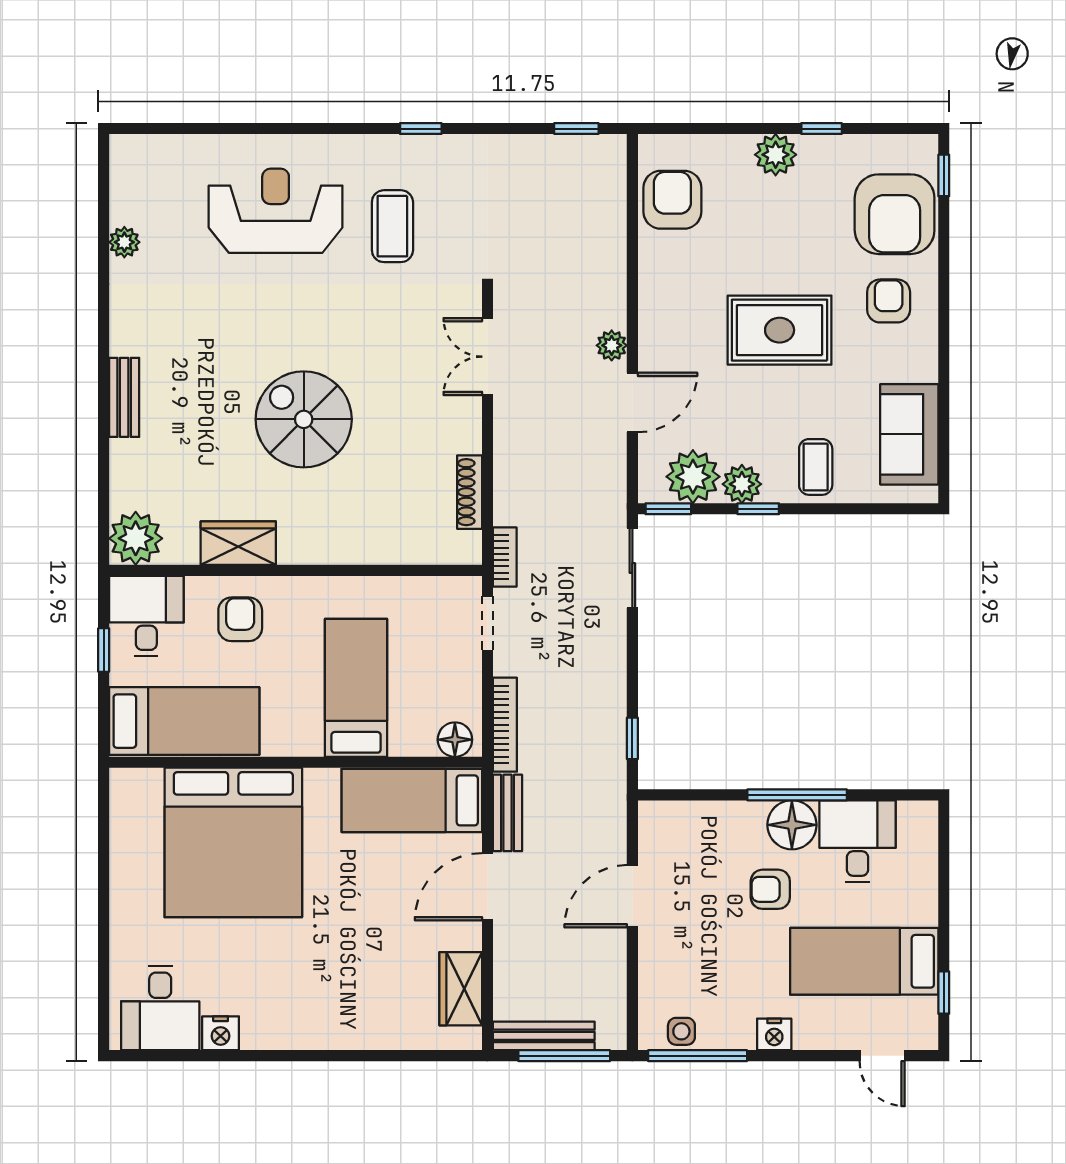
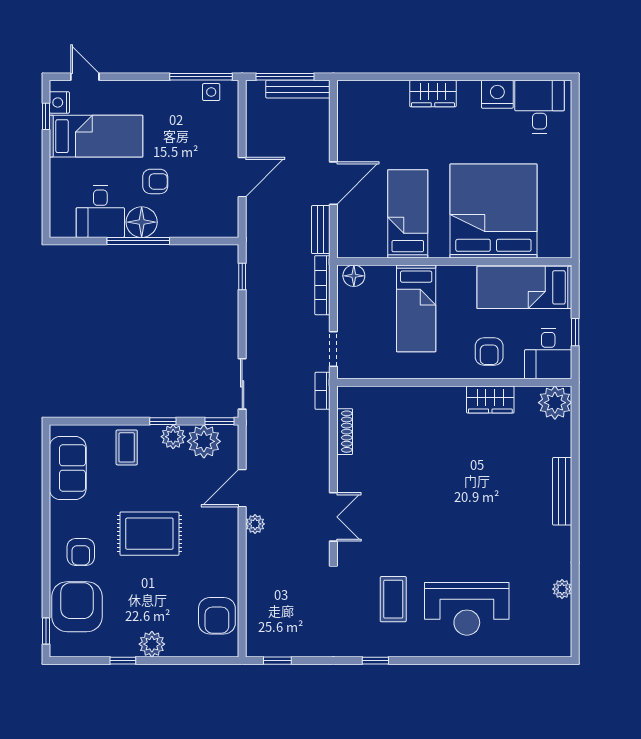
bench: (124, 397) -> (562, 491), width x1.36
spiral stairs: (304, 419) -> (449, 477), removed
bed: (412, 800) -> (408, 214), moved, turned -90
wardrobe: (461, 989) -> (433, 94), moved, turned 90
nightstand: (221, 1033) -> (497, 94), width x1.36, depth x1.33
nightstand: (774, 1034) -> (59, 102), moved, turned -90

